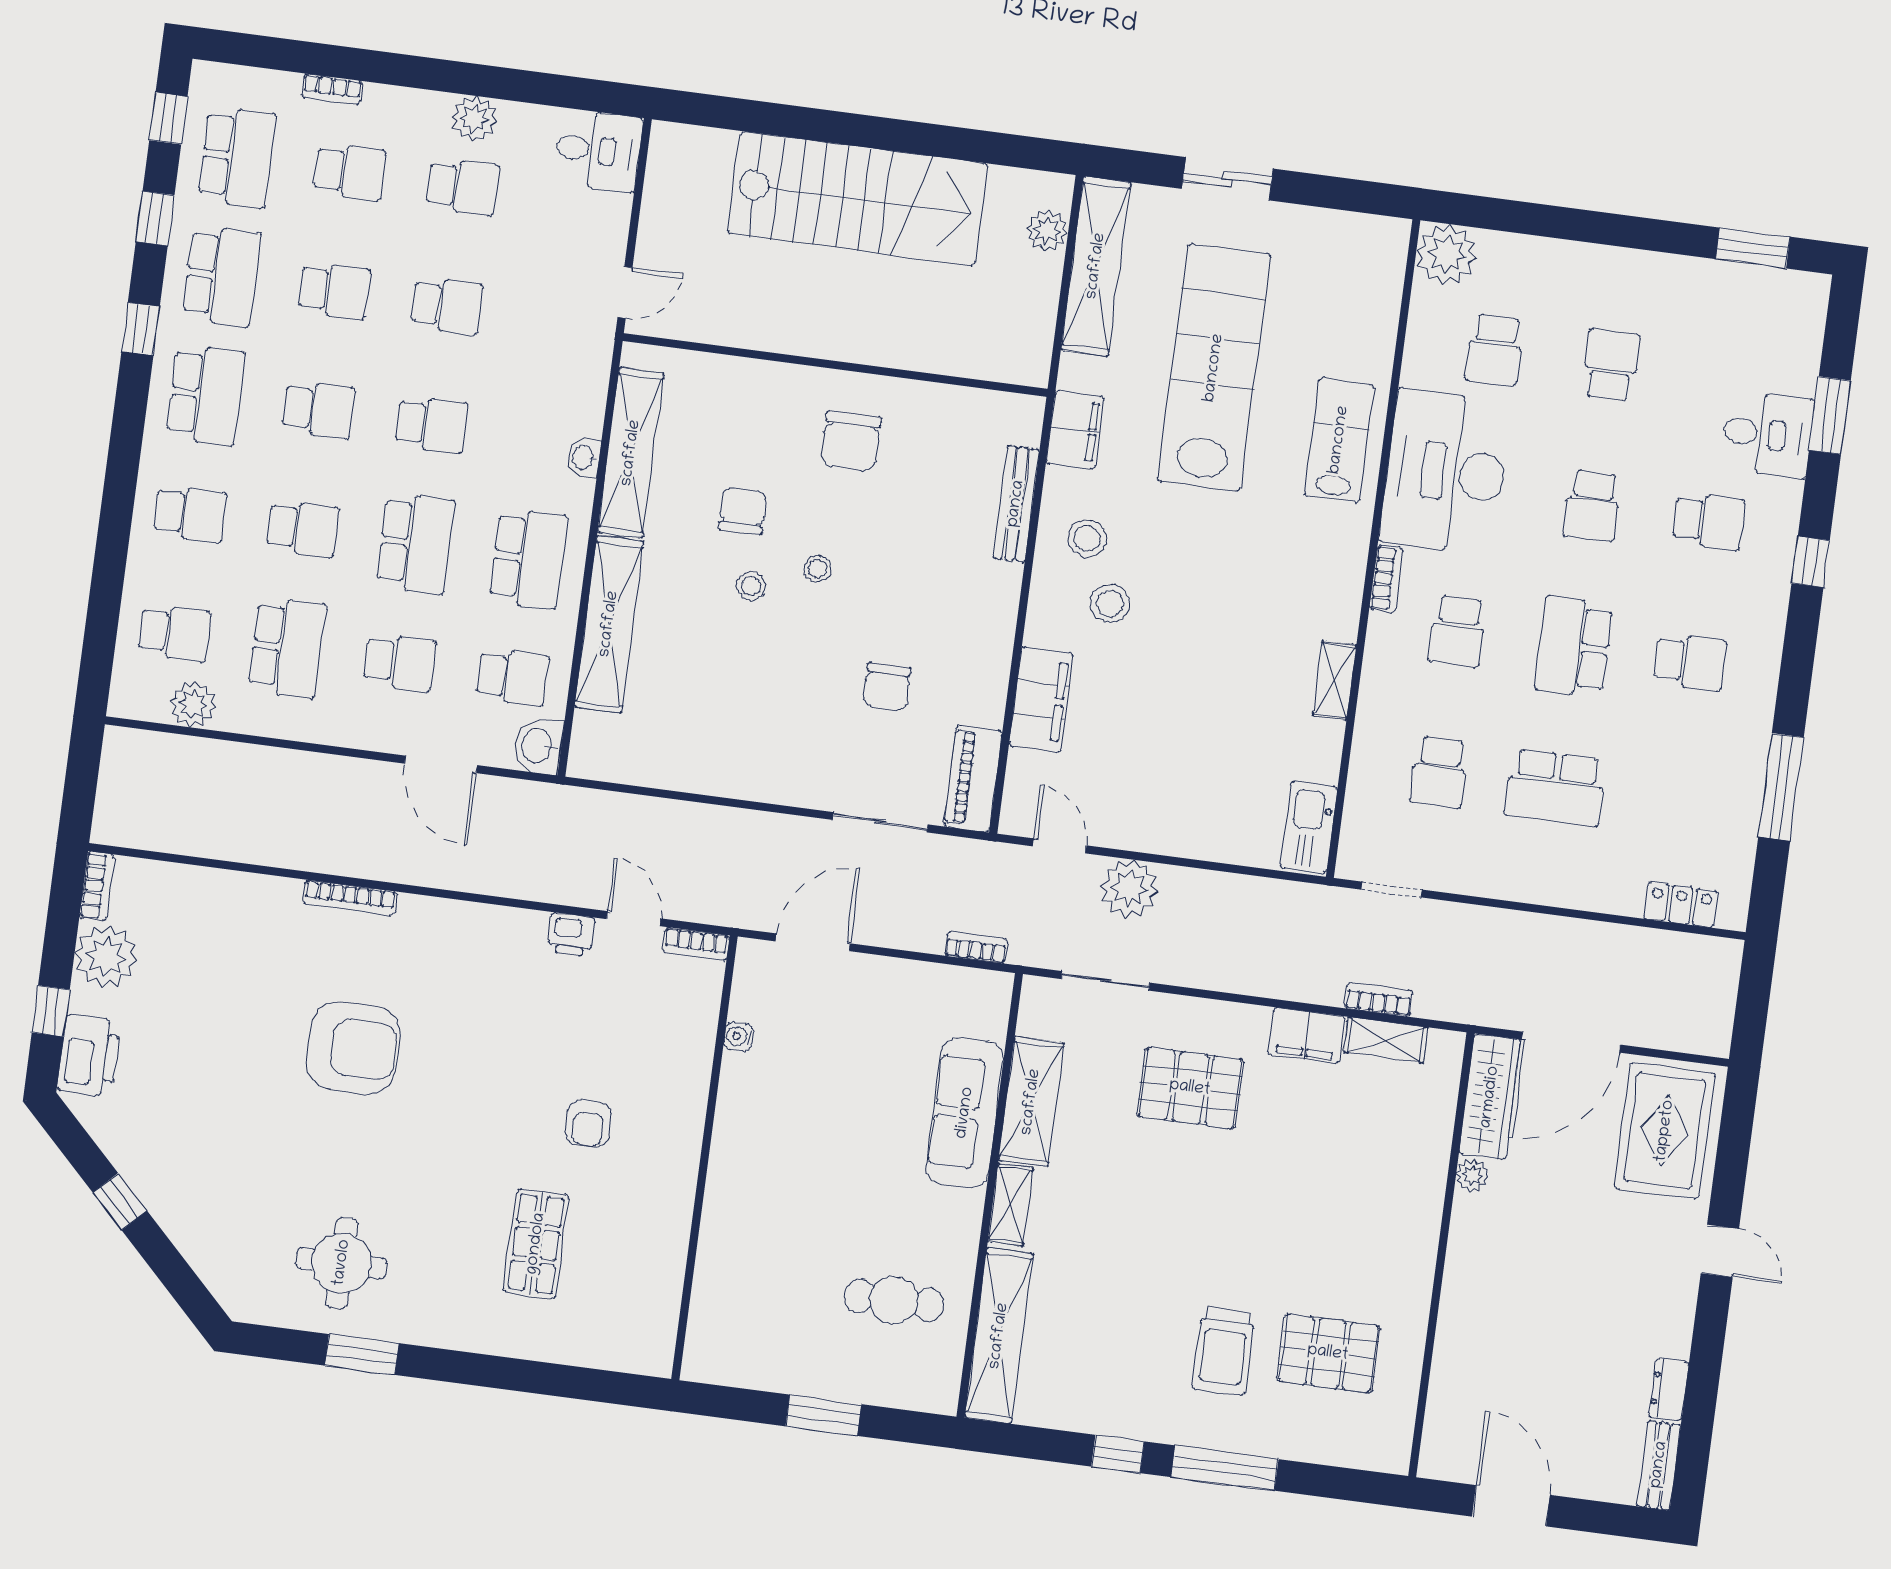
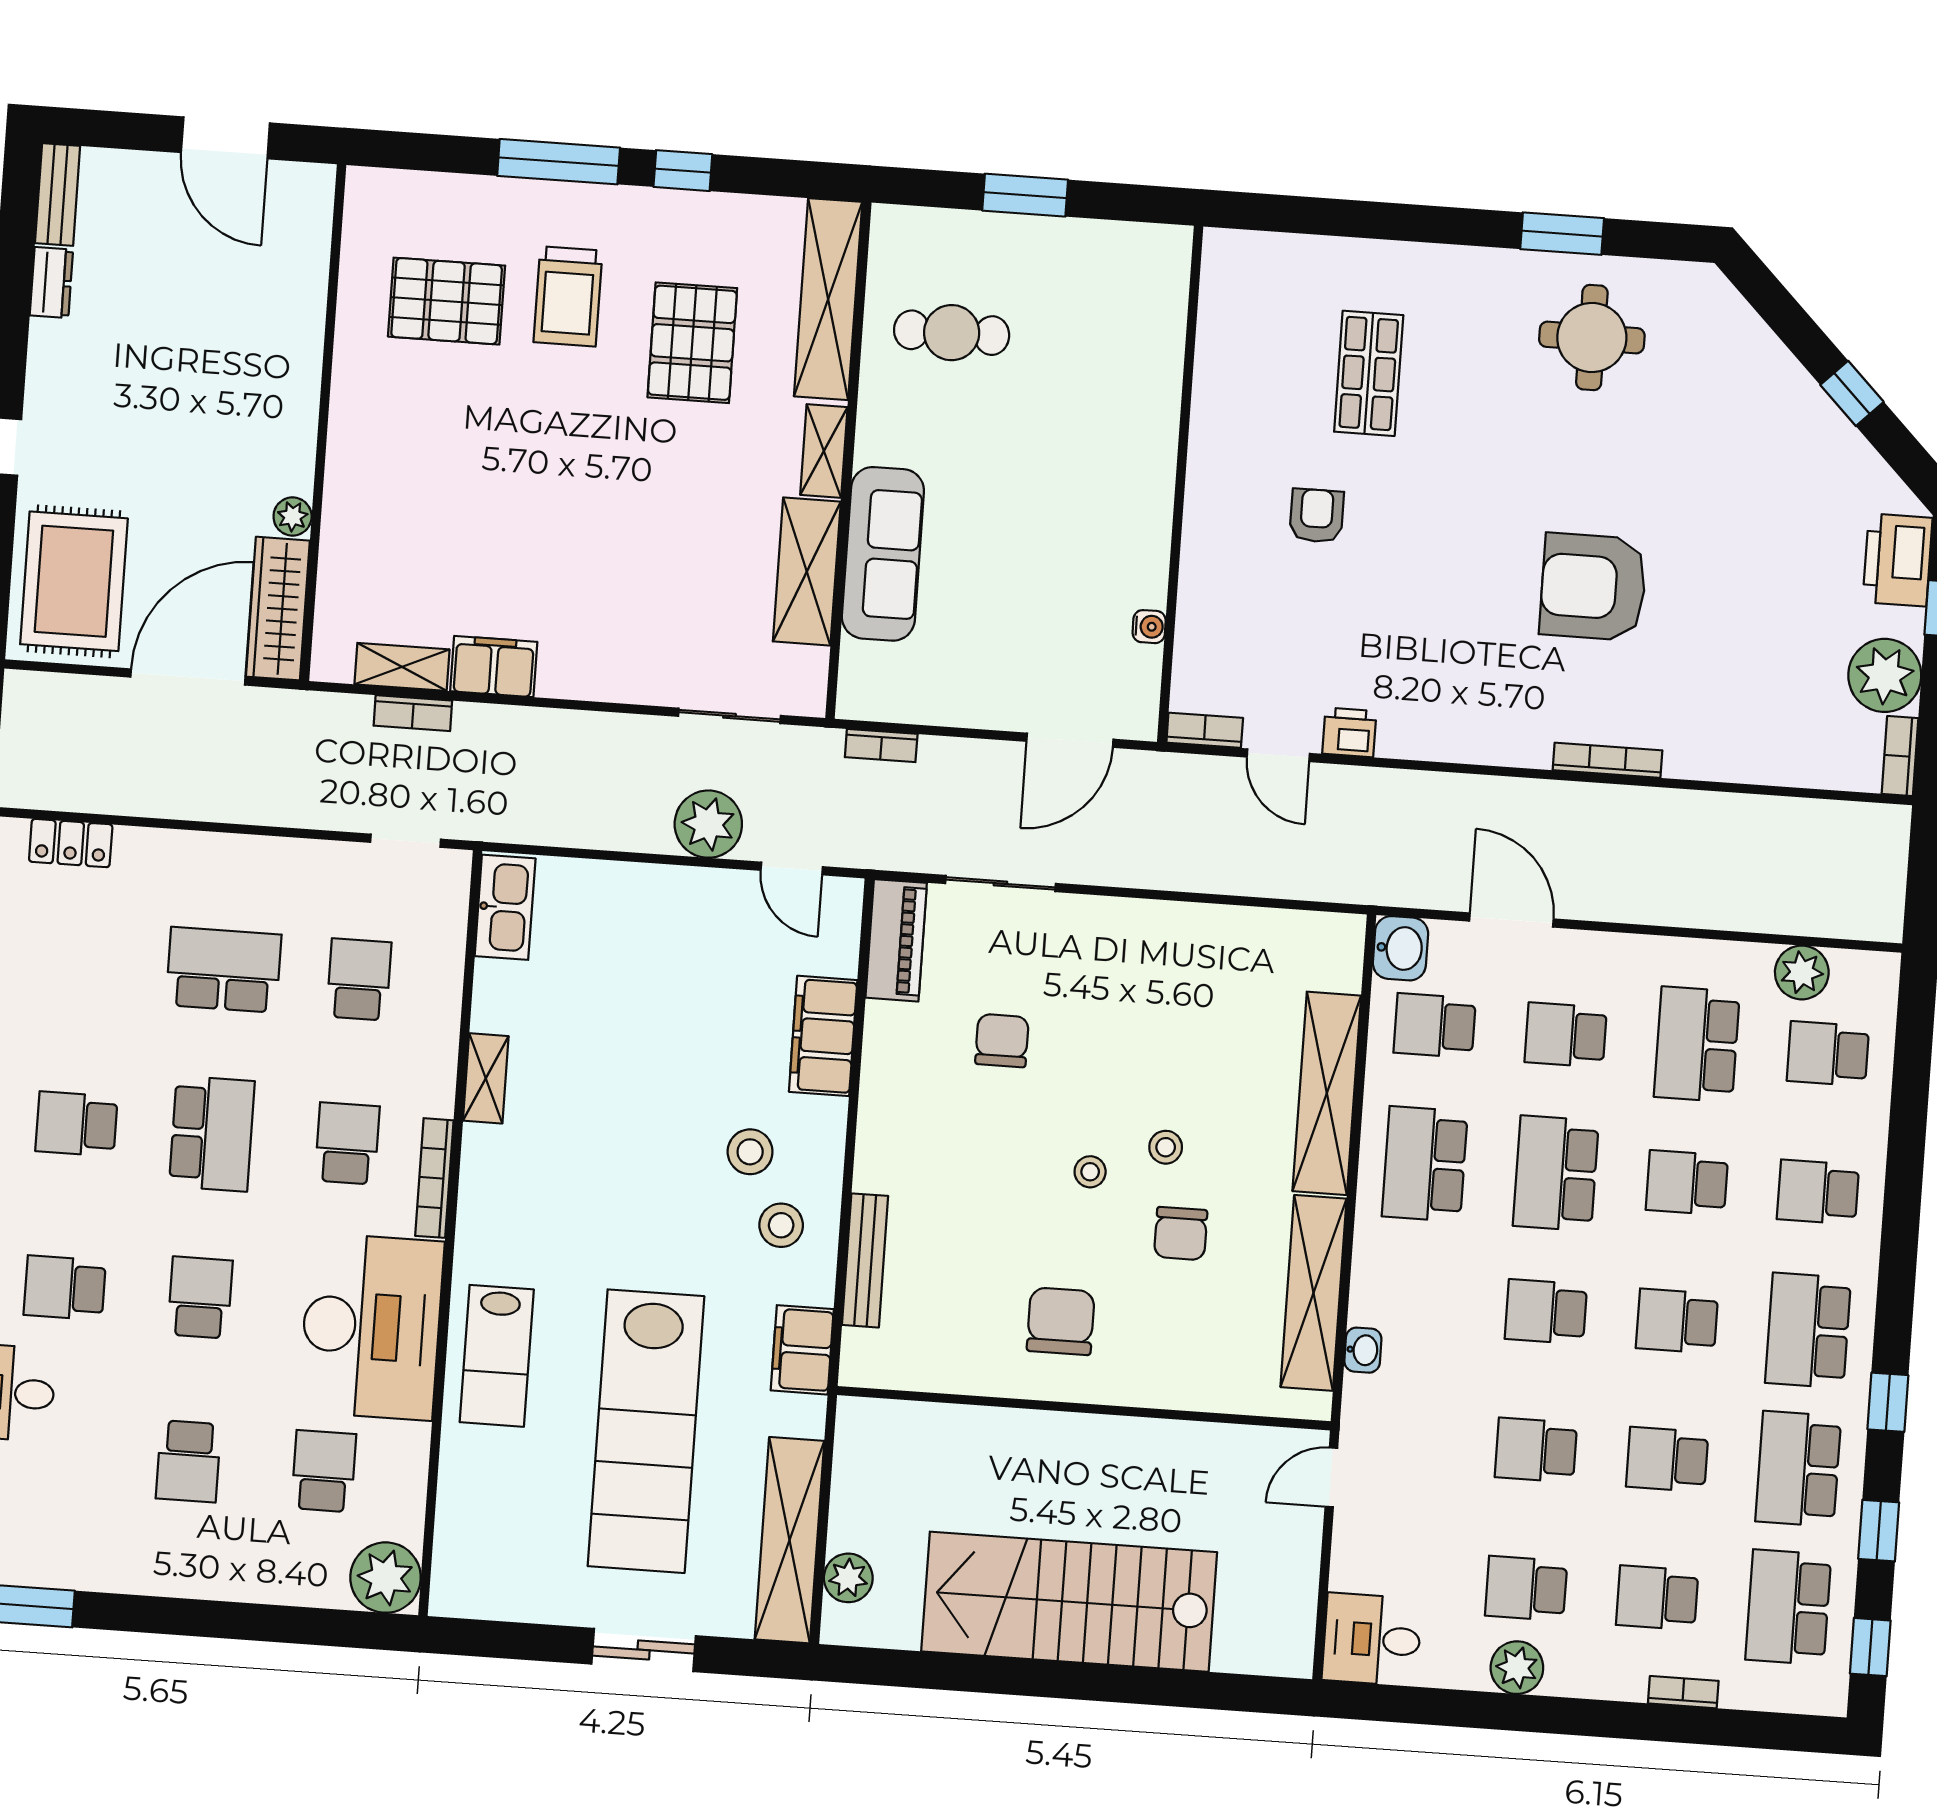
washbasin: (584, 458) -> (1363, 1350), moved
bookcase: (1386, 579) -> (434, 1178), width x1.56
pallet: (1190, 1088) -> (692, 343), moved, turned 90
trolley: (1223, 1351) -> (568, 296), turned 180

